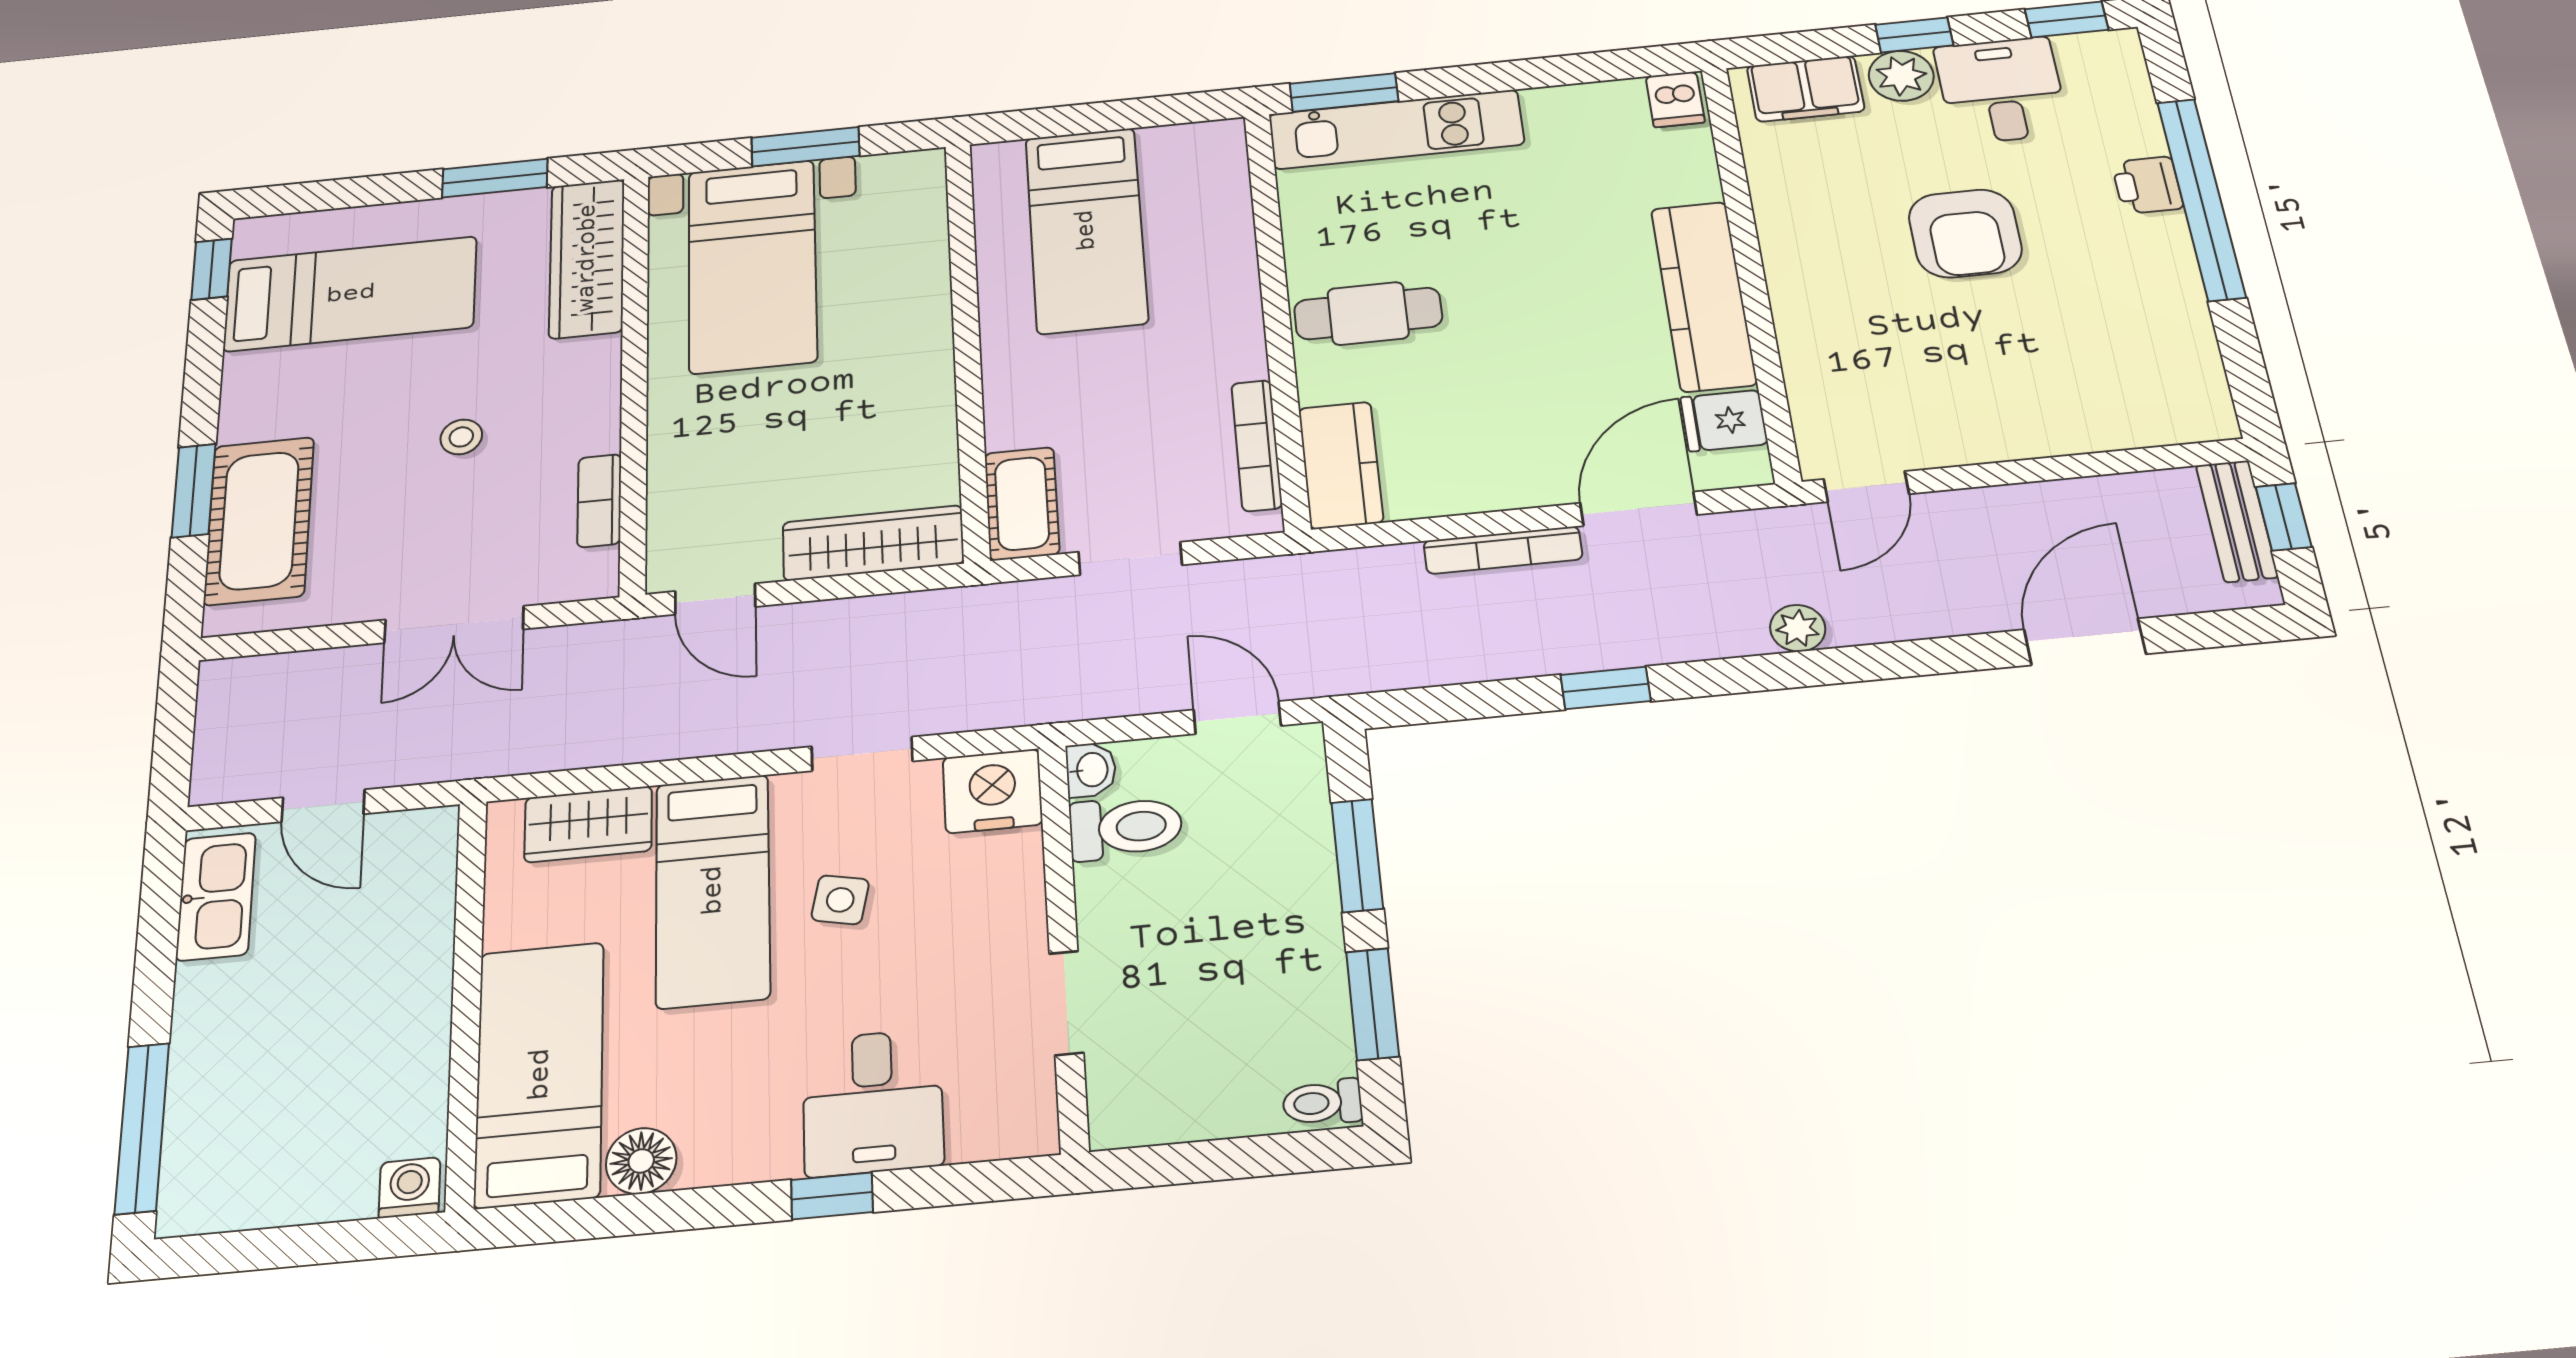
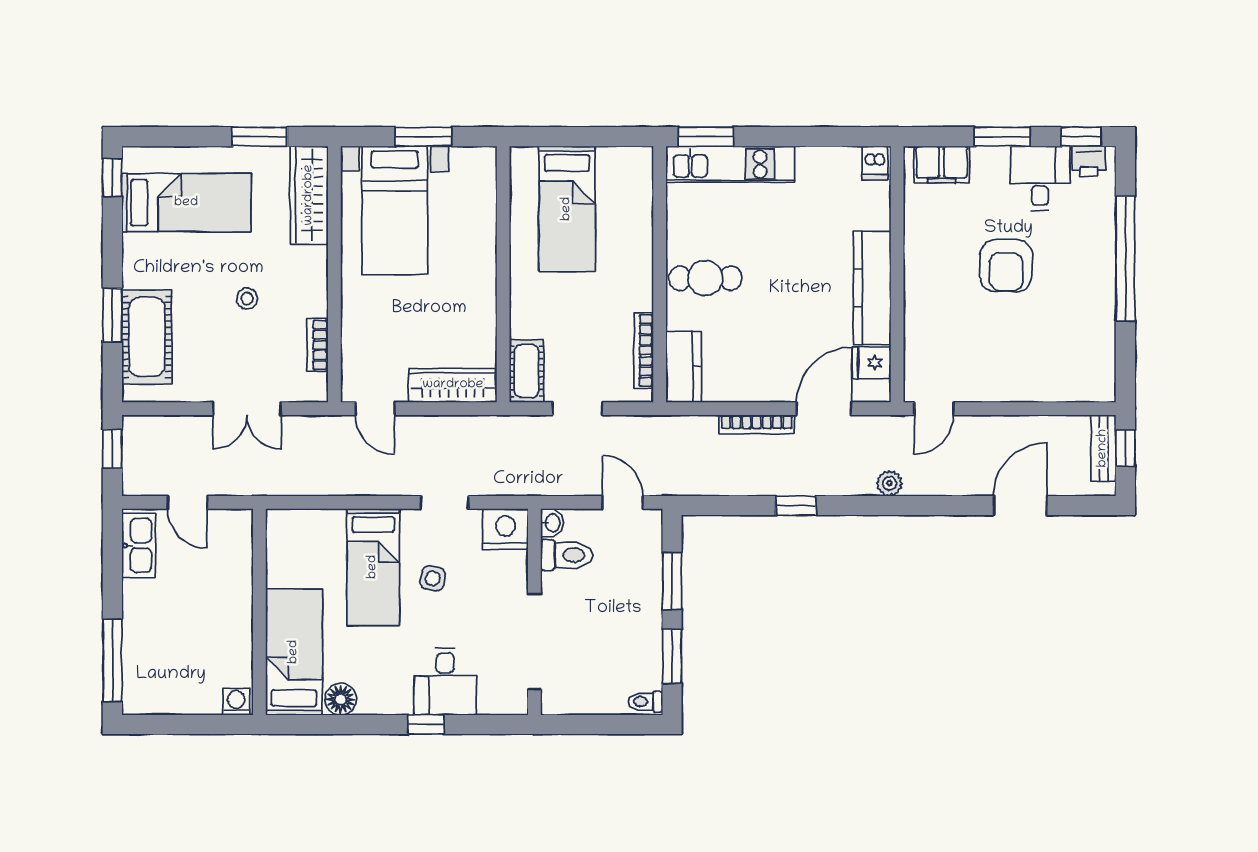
window: (1914, 35) -> (1002, 137), width x1.50
plant: (1901, 76) -> (991, 162), removed
printer: (2147, 185) -> (1089, 161), moved, turned -90
window: (175, 722) -> (112, 449), added
wardrobe: (588, 824) -> (314, 526), removed
doorway: (1066, 1003) -> (534, 642), width x1.87

